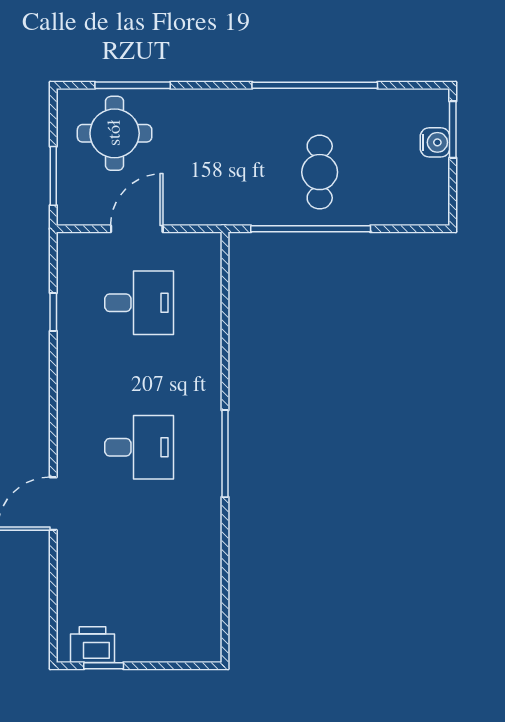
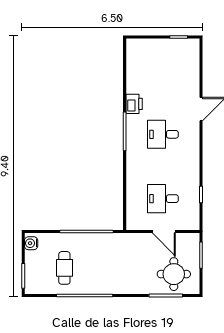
water cooler: (435, 142) -> (31, 243), moved
cafe table: (320, 172) -> (64, 268), moved
door: (137, 229) -> (164, 232), hinge flipped
printer: (92, 645) -> (134, 104), moved, turned -90

